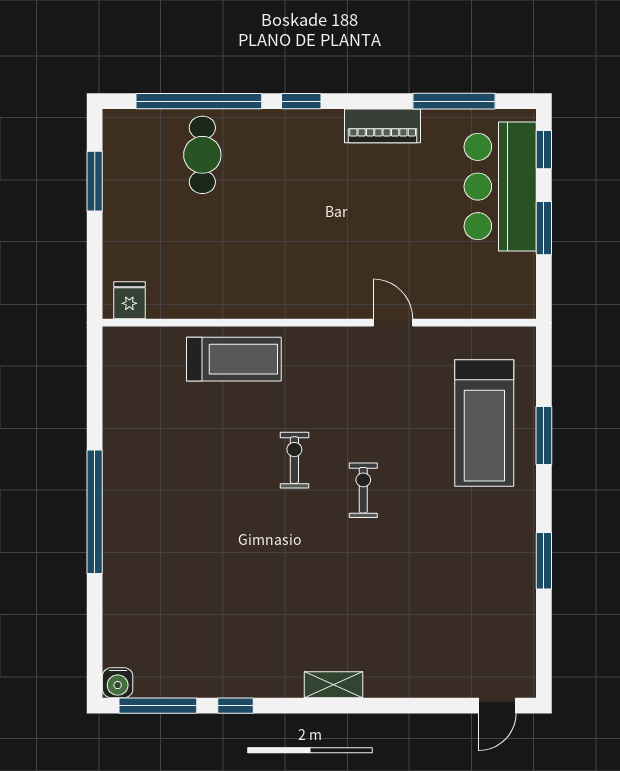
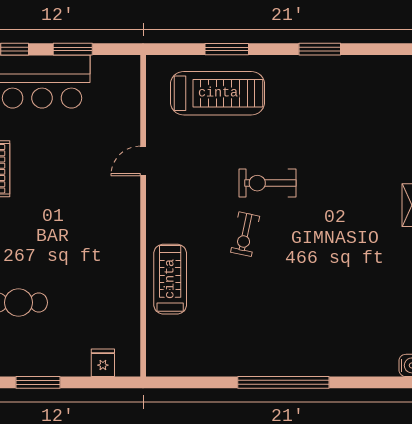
fridge: (129, 300) -> (103, 363), moved, turned 90
exercise bike: (294, 460) -> (245, 234), turned -78
exercise bike: (363, 490) -> (267, 183), width x1.38, depth x1.39

